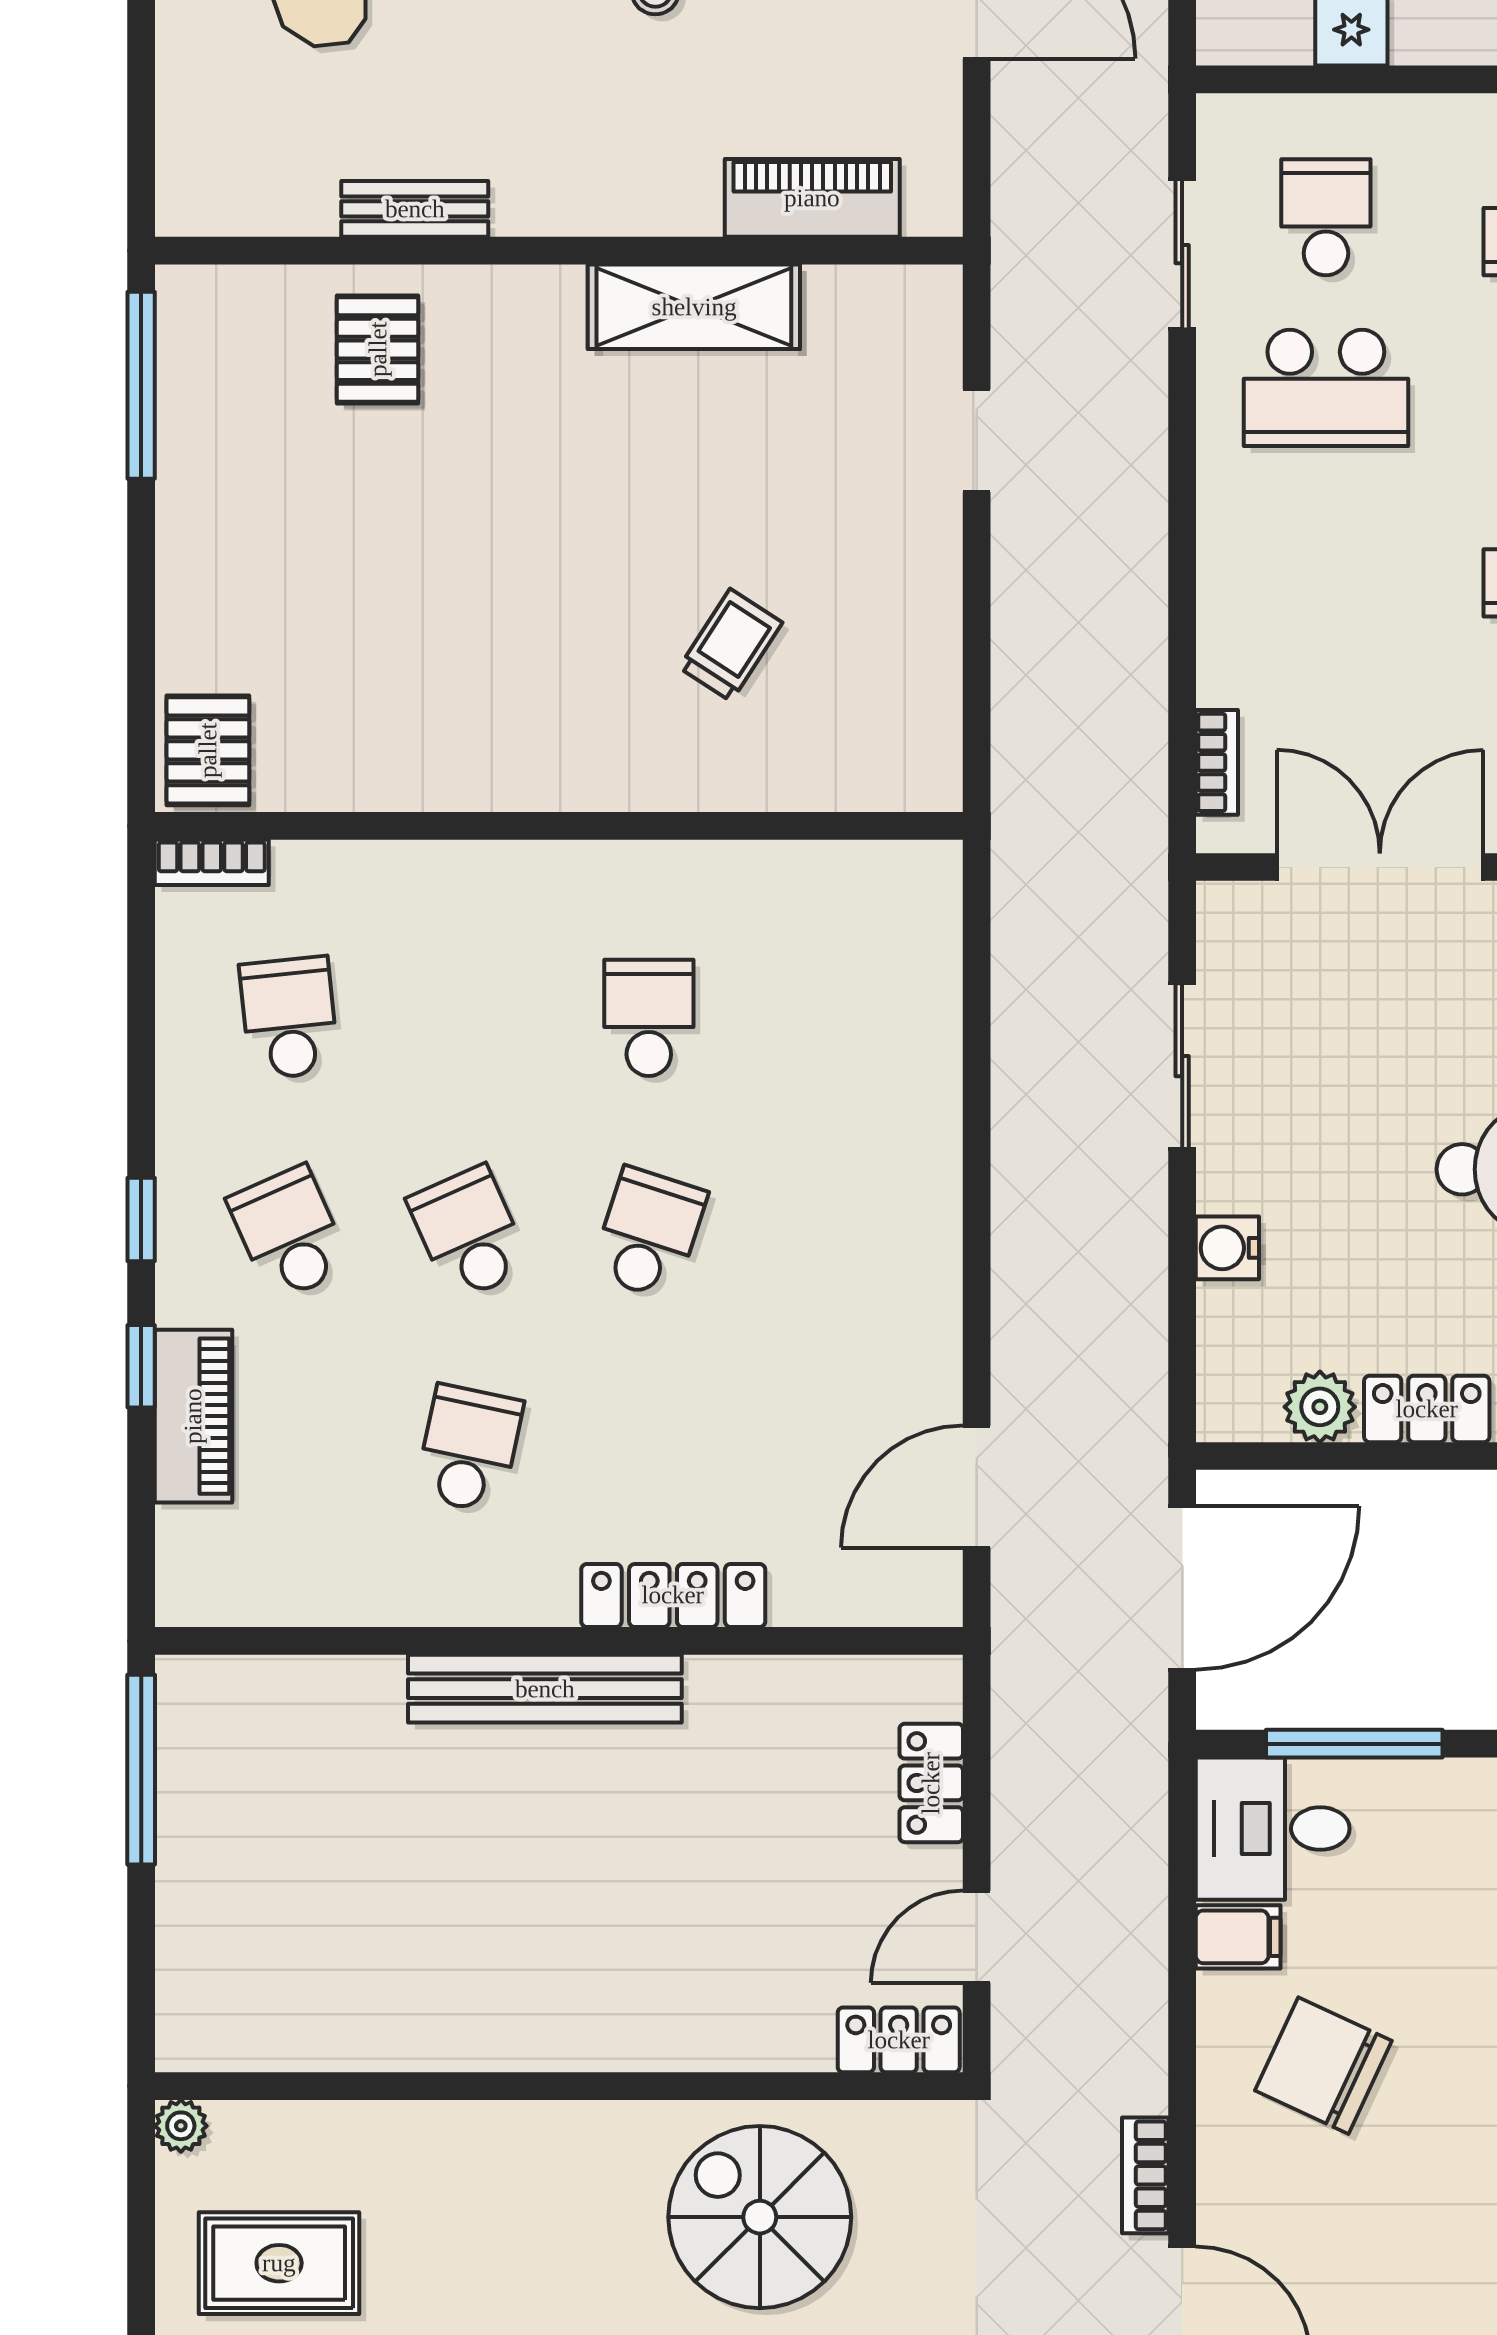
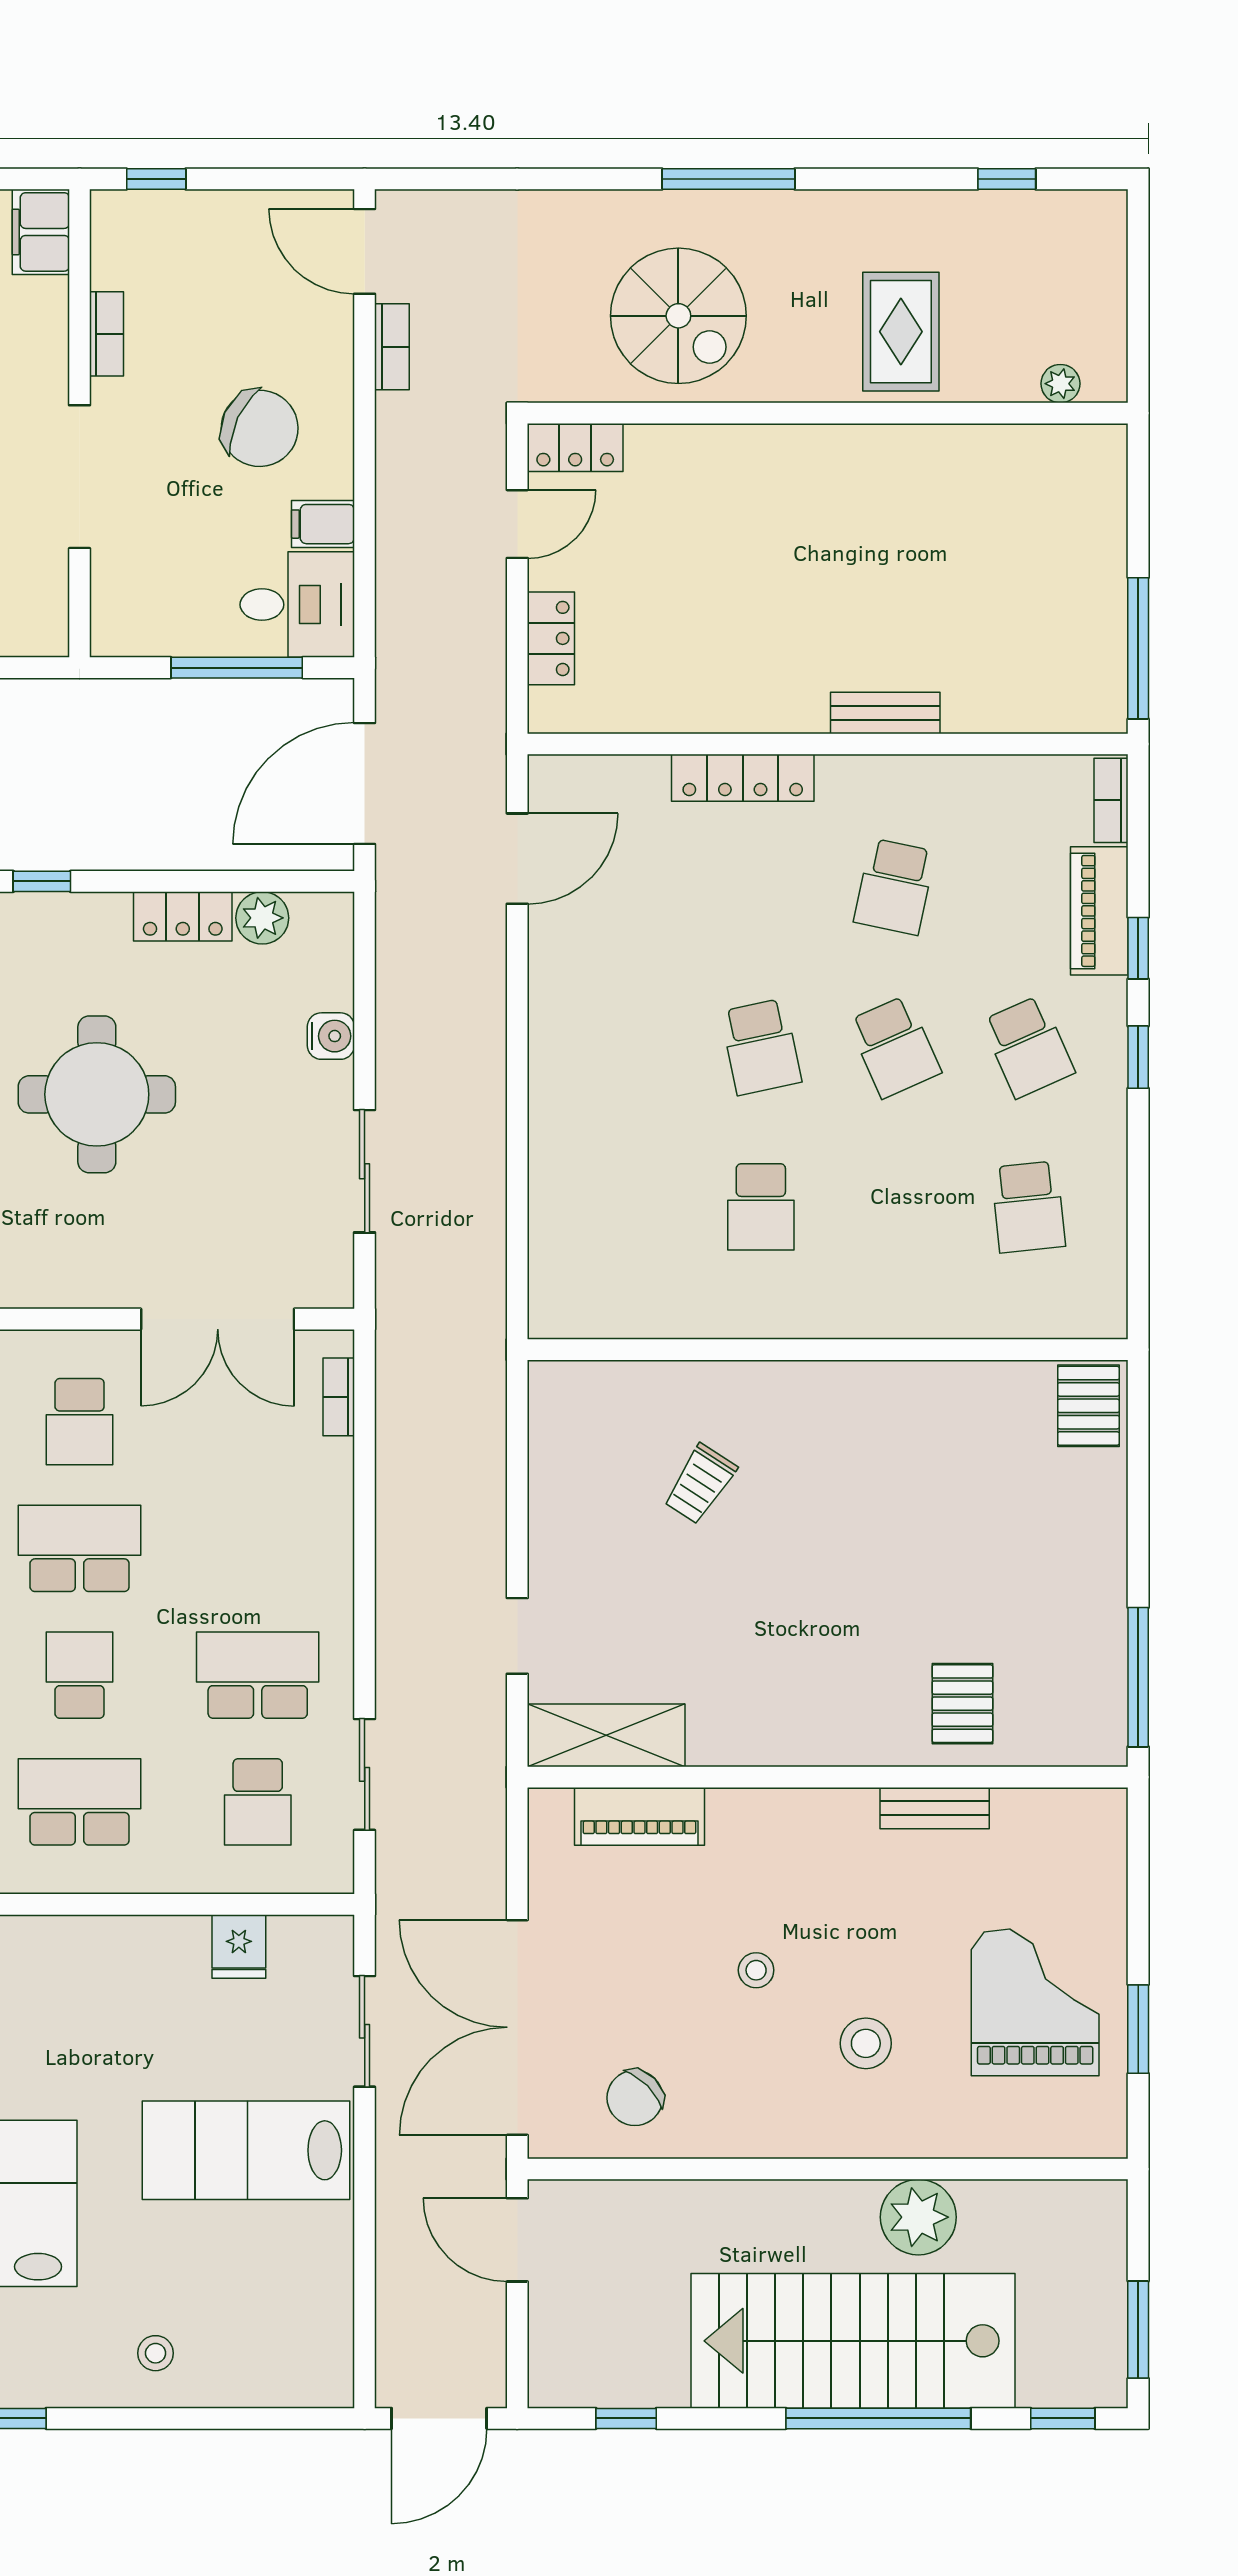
shelving: (694, 307) -> (606, 1735), moved
bookcase: (212, 862) -> (1111, 800), moved, turned -90
school desk: (649, 1233) -> (761, 1047), turned -30
bench: (545, 1689) -> (885, 713), width x0.54, depth x0.82
plant: (181, 2126) -> (1060, 384), moved
rug: (279, 2263) -> (901, 332), moved, turned 90

